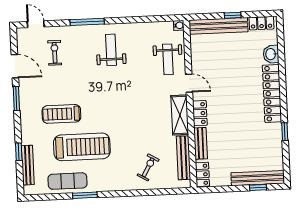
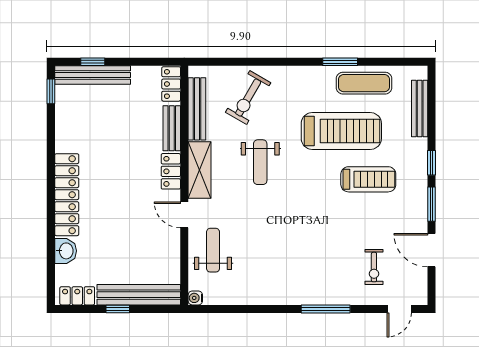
door: (36, 24) -> (399, 309), hinge flipped
weight bench: (111, 50) -> (260, 162), moved
window: (285, 132) -> (51, 91), moved
treadmill: (82, 147) -> (341, 131), turned 180
window: (19, 152) -> (431, 163), moved
exercise bike: (148, 167) -> (248, 97), width x1.38, depth x1.39

